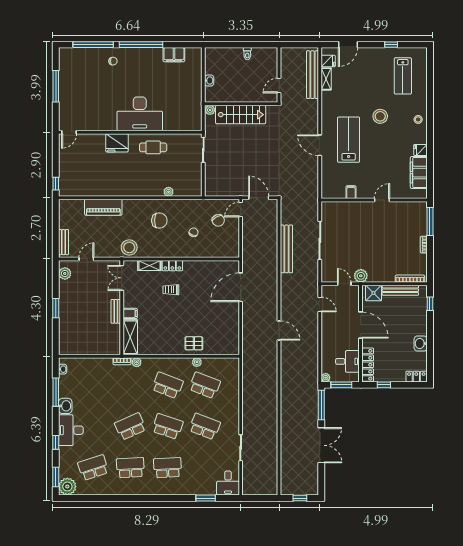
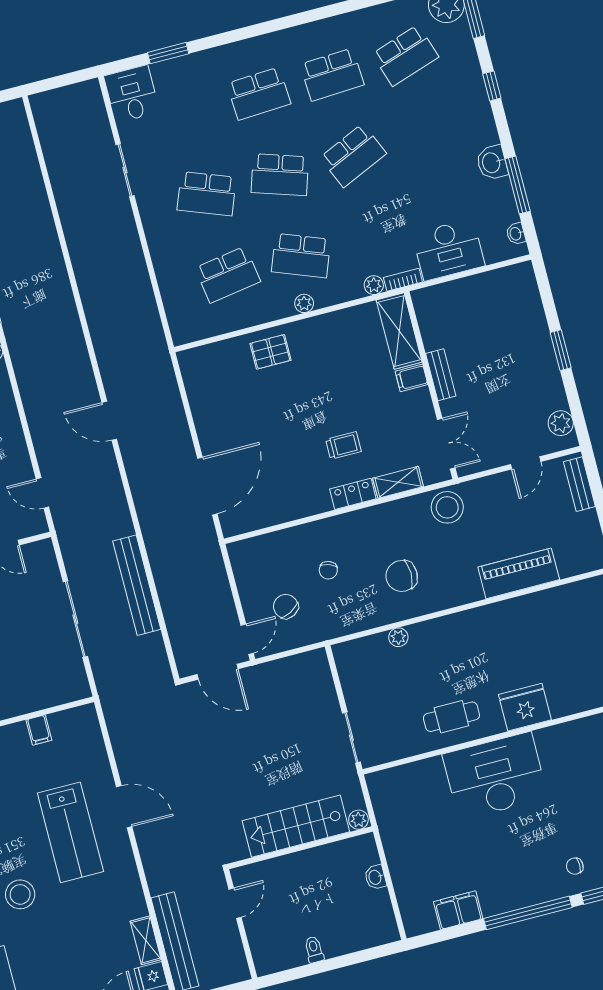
plant: (197, 362) -> (304, 303), moved
school desk: (205, 385) -> (228, 275), turned -30
desk: (71, 430) -> (449, 250), moved, turned 90

